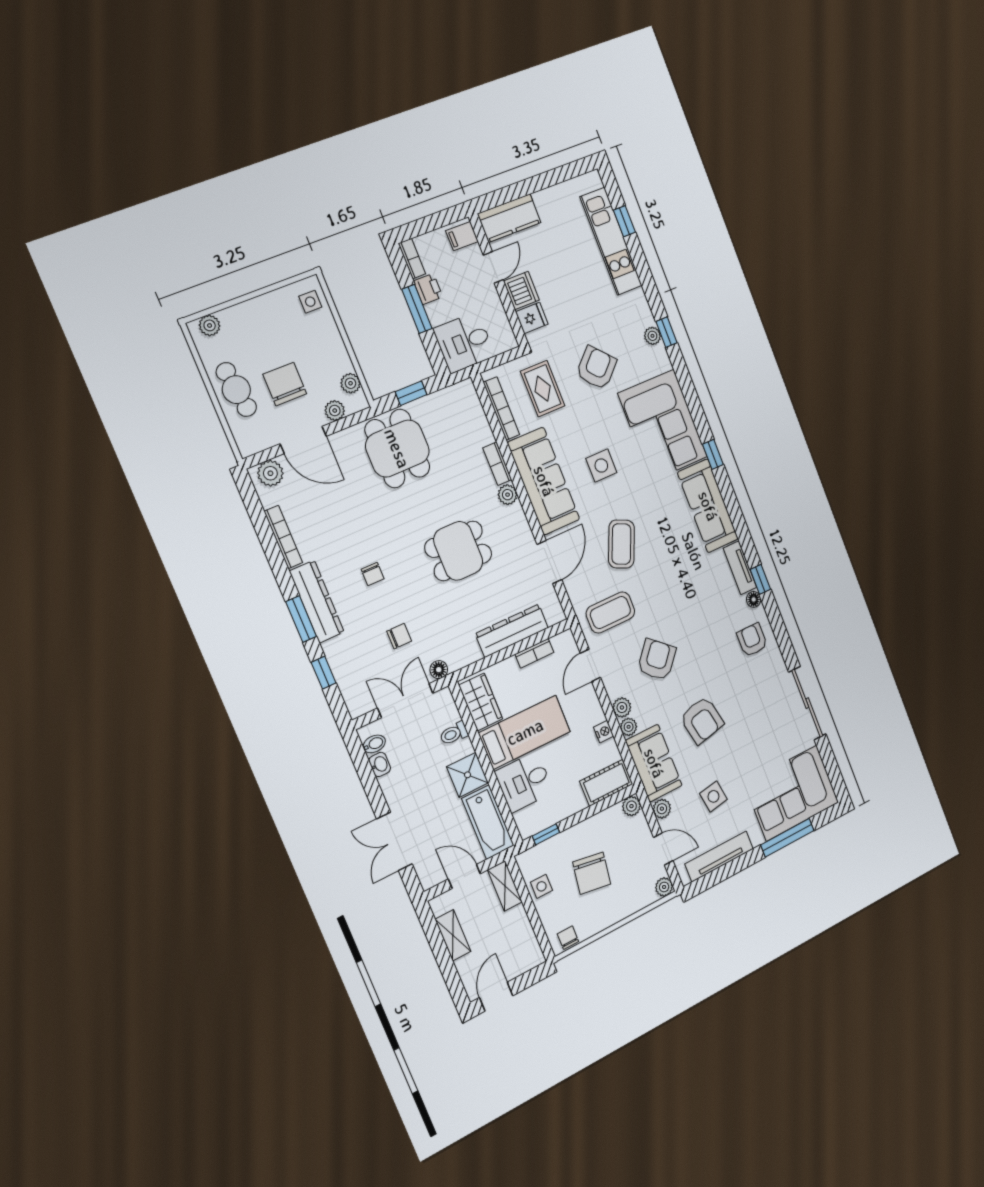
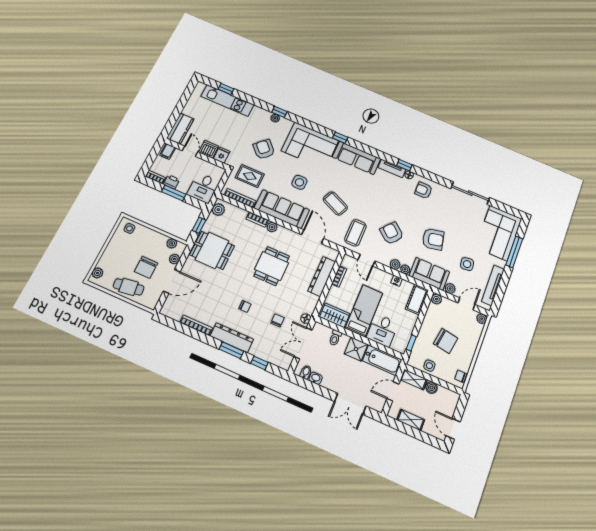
chair: (285, 384) -> (146, 267), turned -90
plant: (270, 473) -> (218, 210), moved
boiler: (518, 918) -> (432, 388), added

